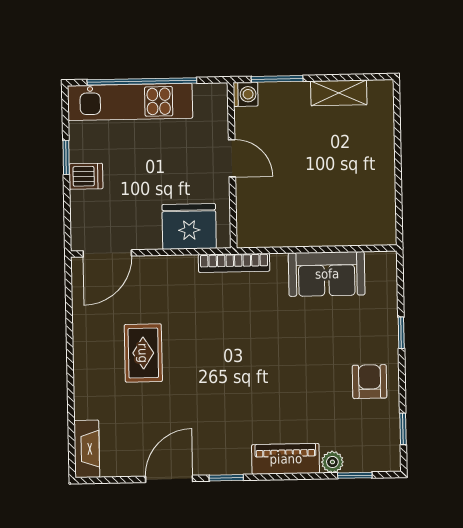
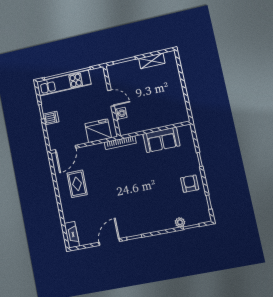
washing machine: (246, 94) -> (121, 113), moved
rug: (143, 353) -> (77, 184), moved
piano: (286, 459) -> (159, 224), removed

